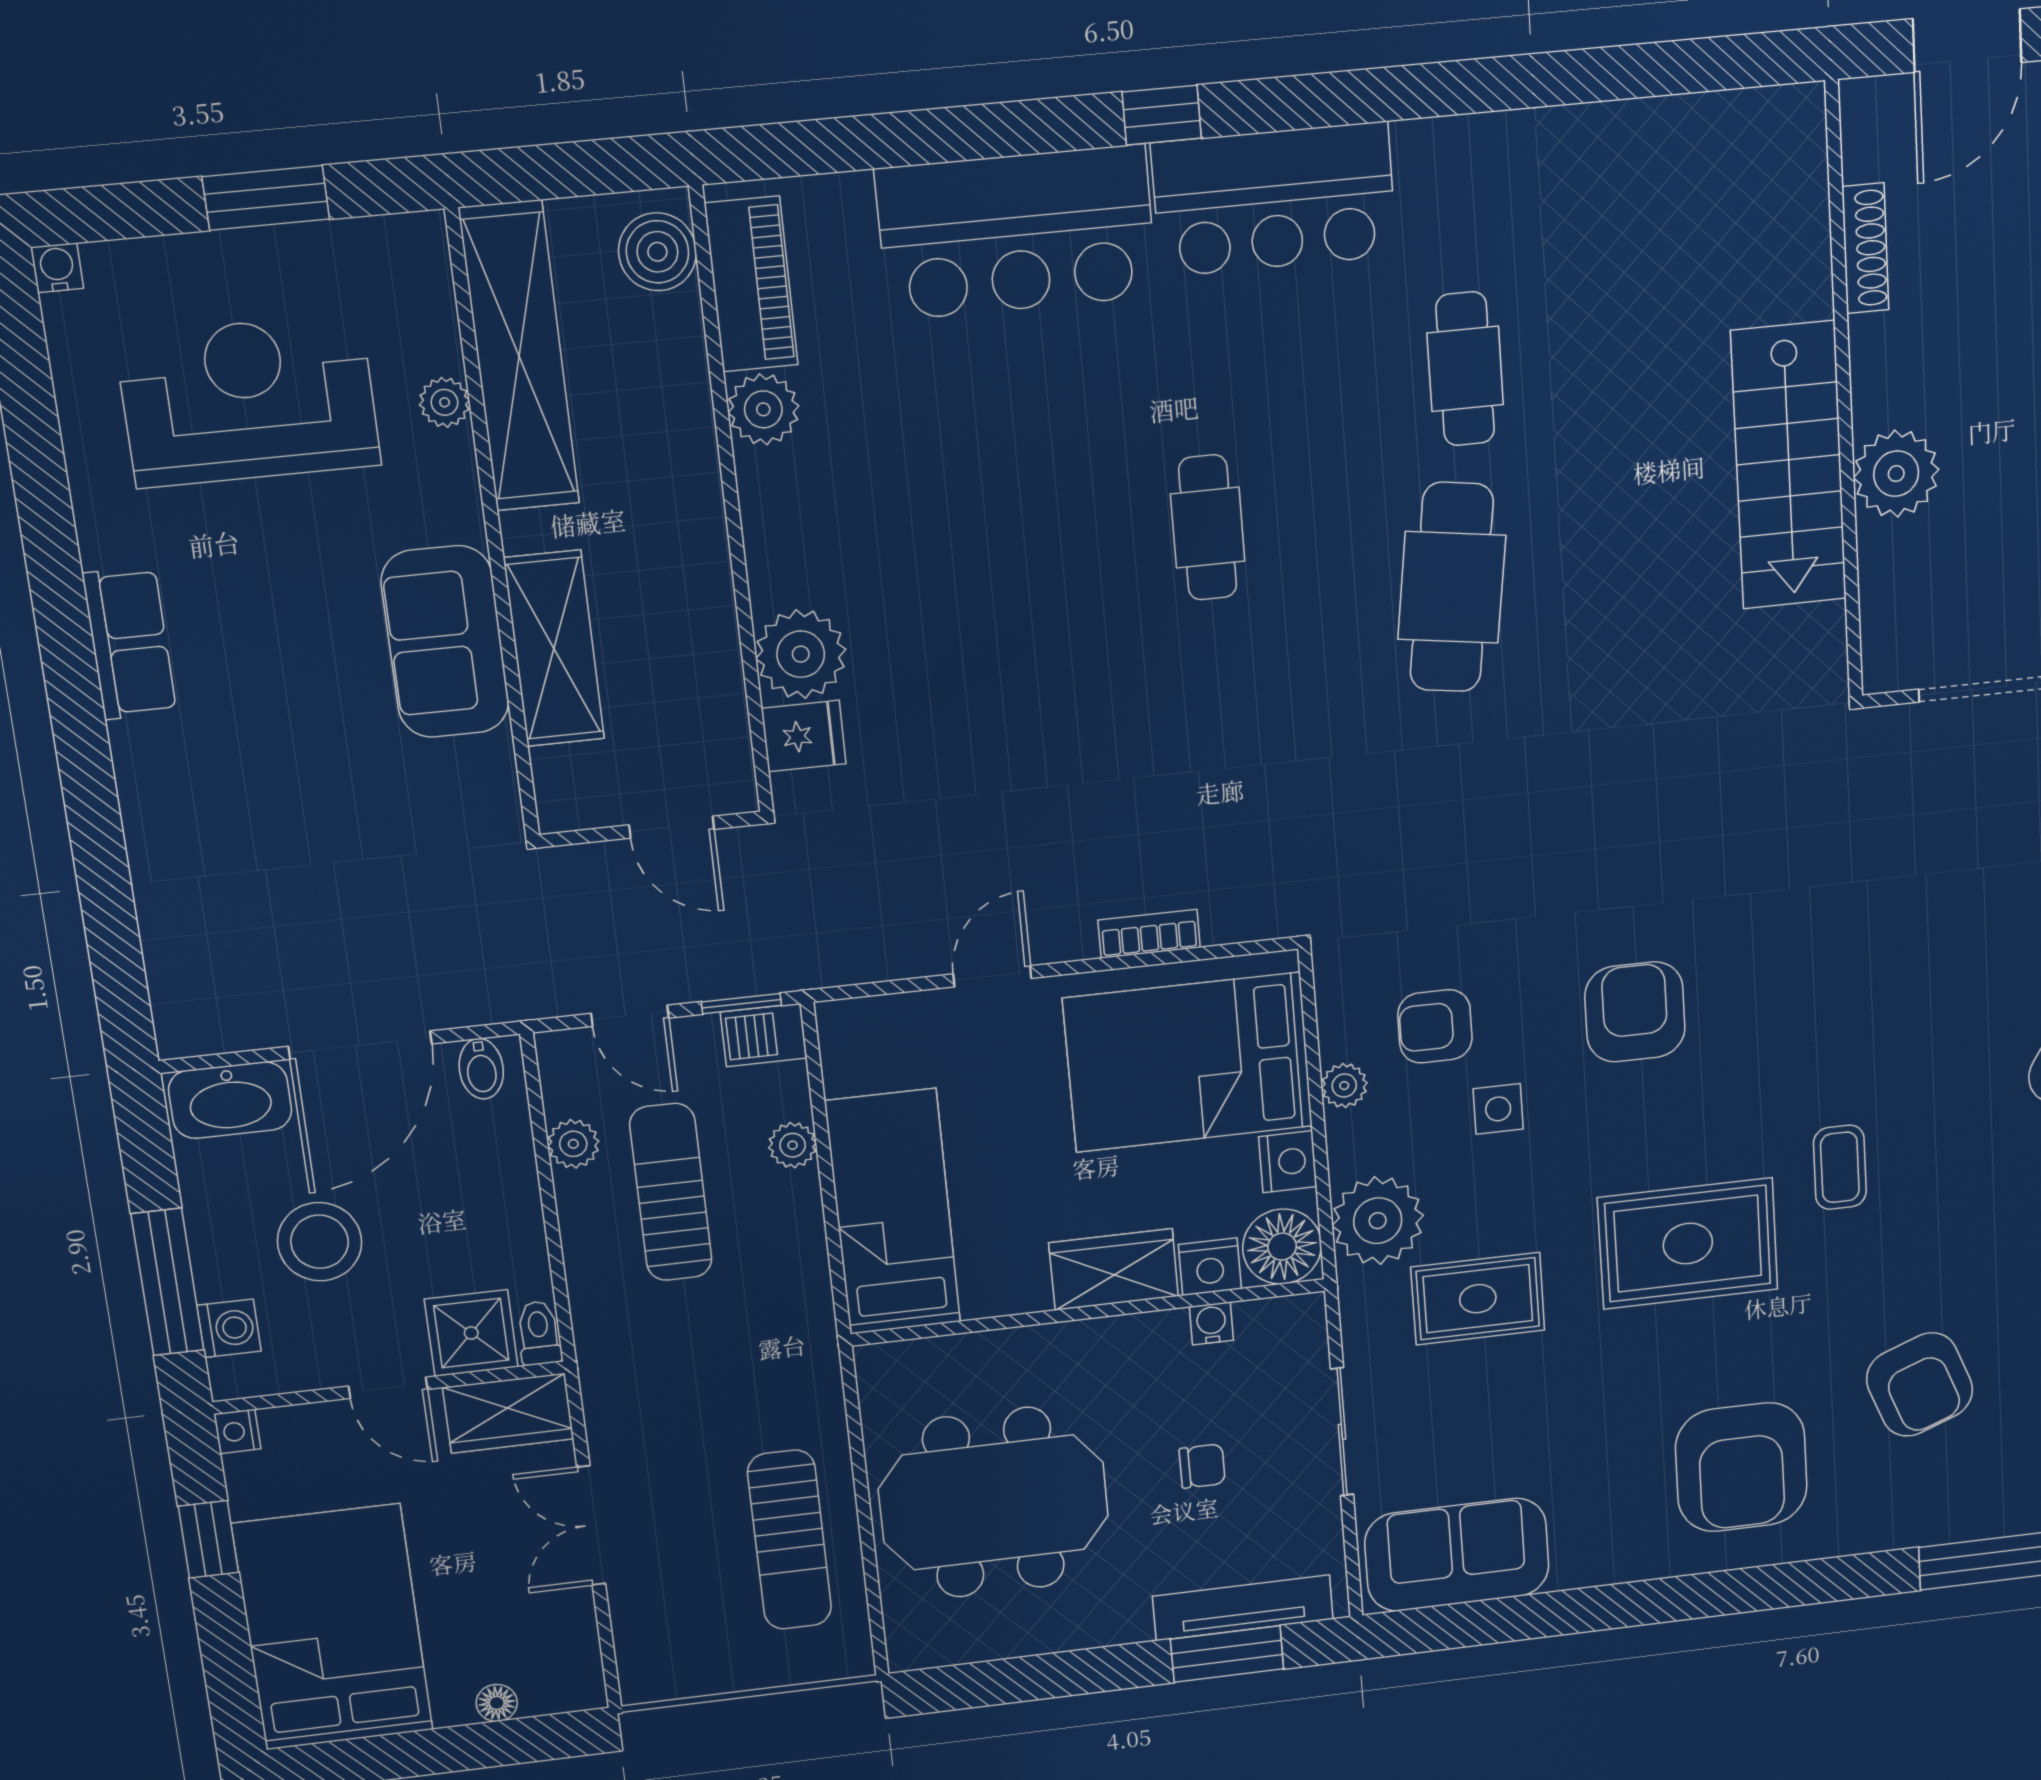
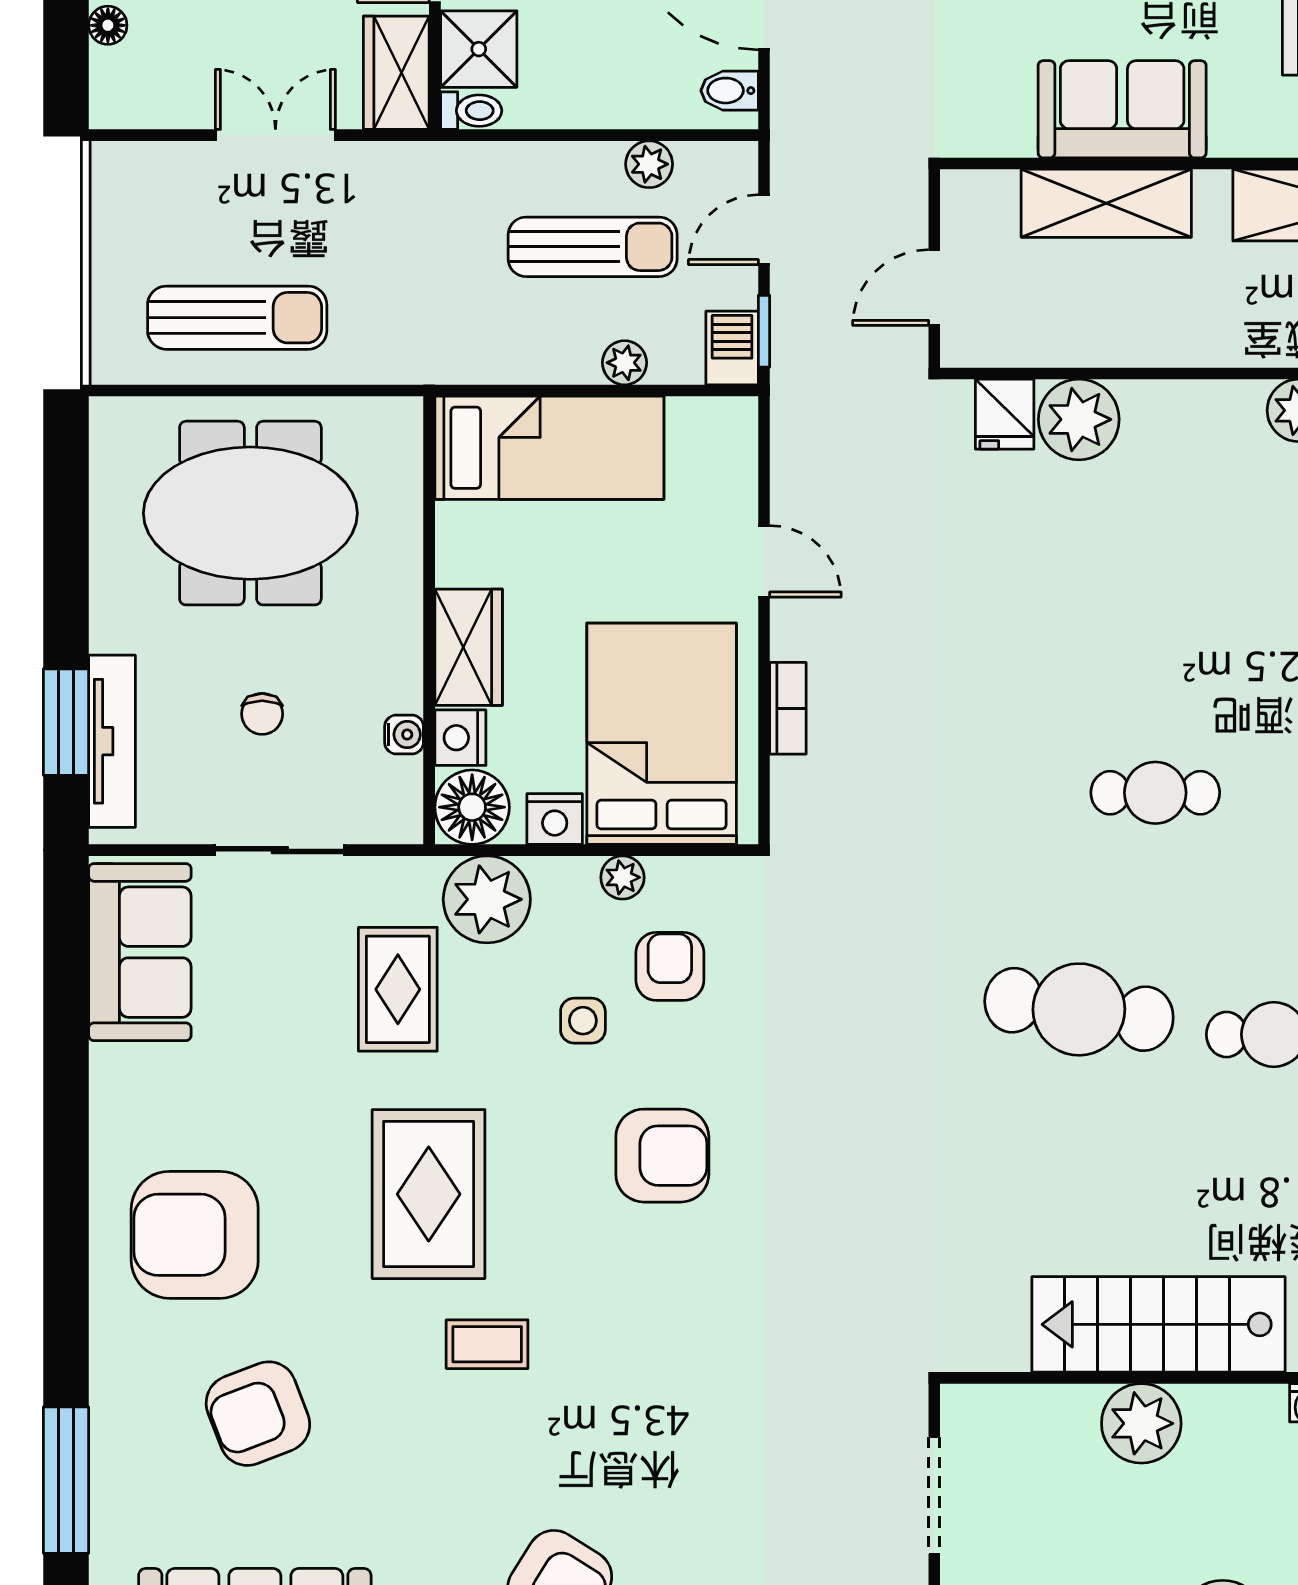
meeting table: (994, 1502) -> (250, 513), turned 90
sun lounger: (789, 1540) -> (237, 318), turned 180

